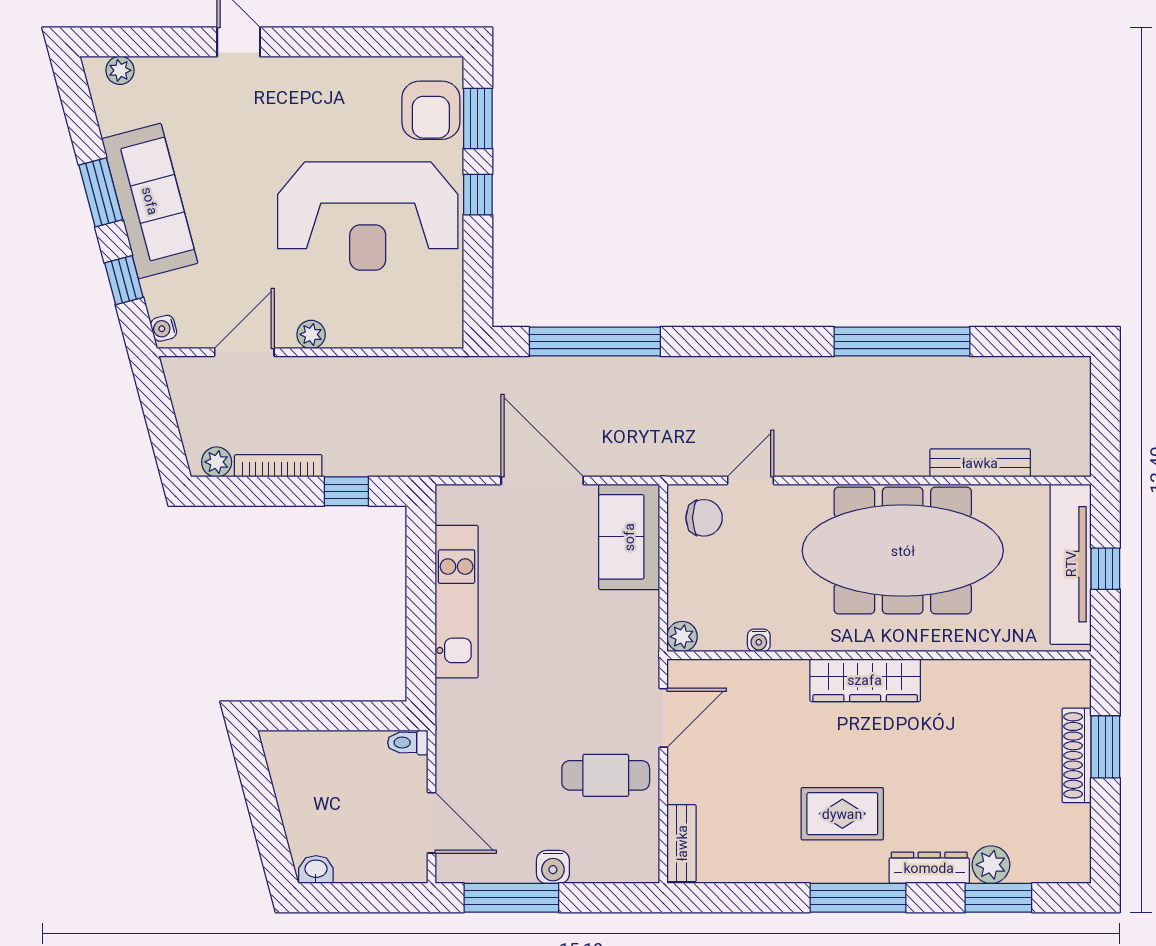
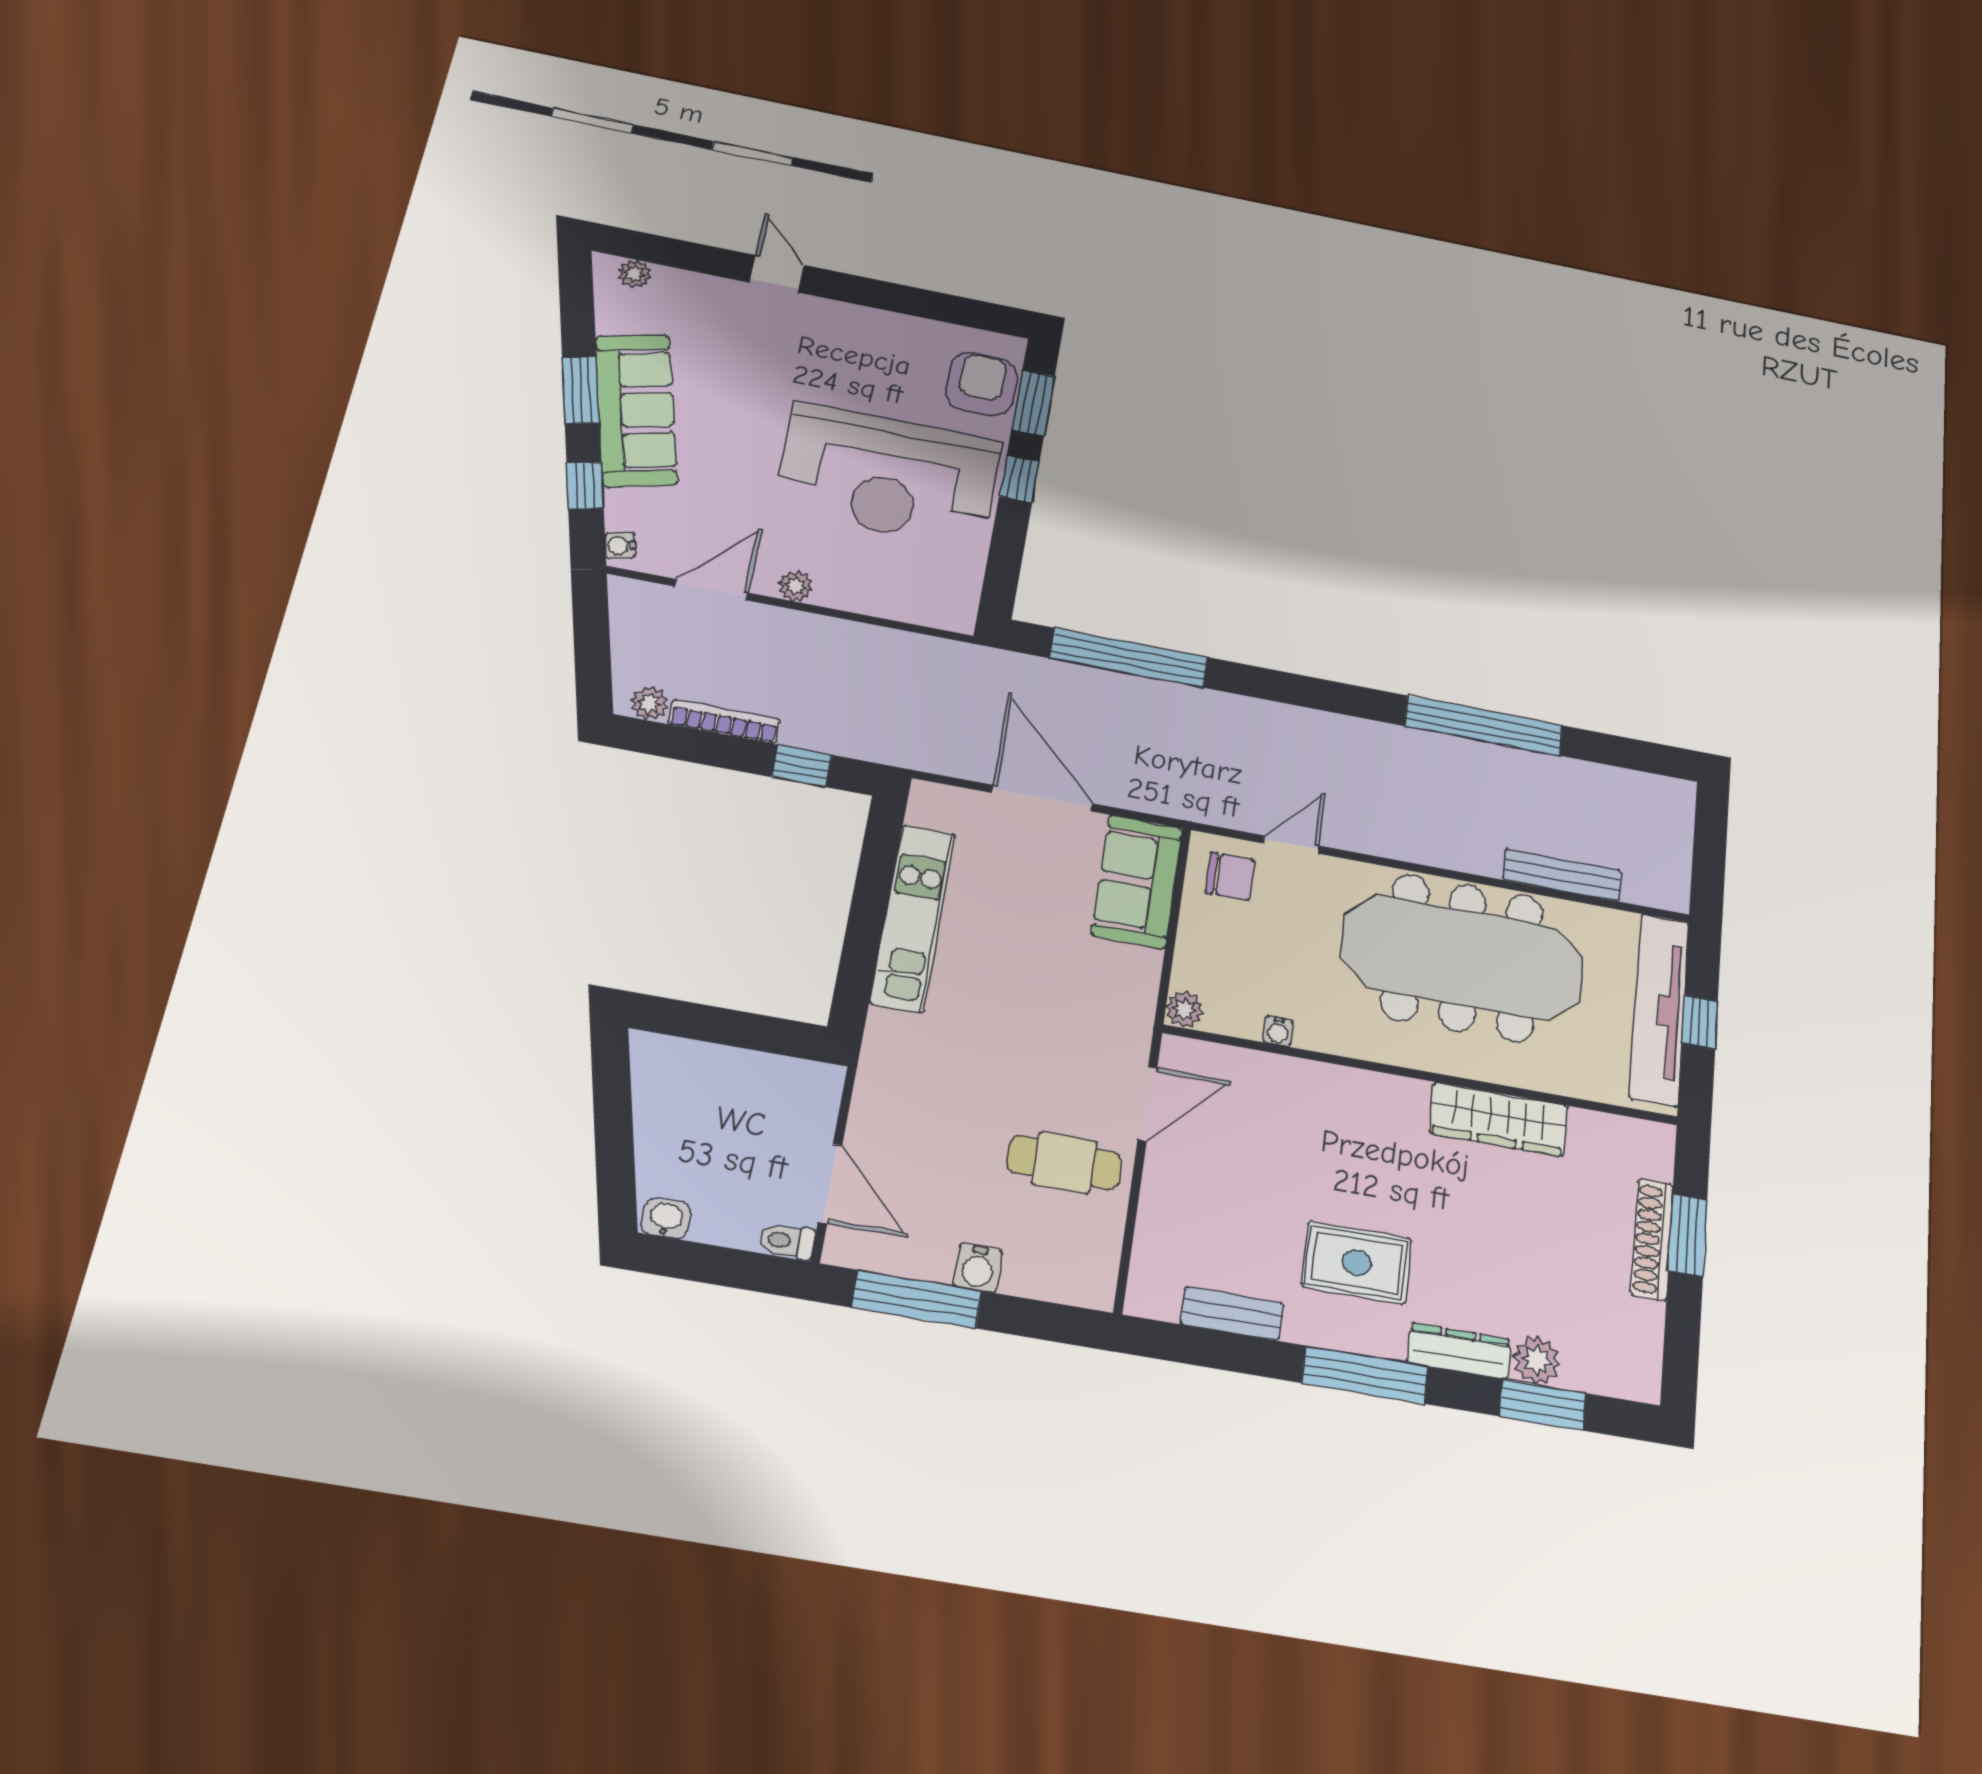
armchair: (431, 110) -> (981, 384), turned 180
wardrobe: (865, 680) -> (1499, 1119), moved
toilet: (408, 743) -> (787, 1241), moved
bench: (682, 843) -> (1232, 1314), moved, turned 90

